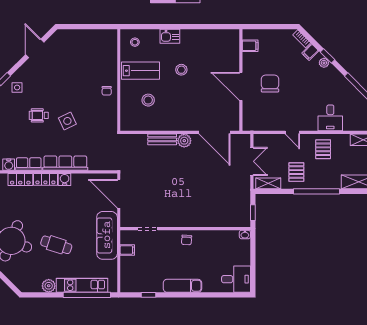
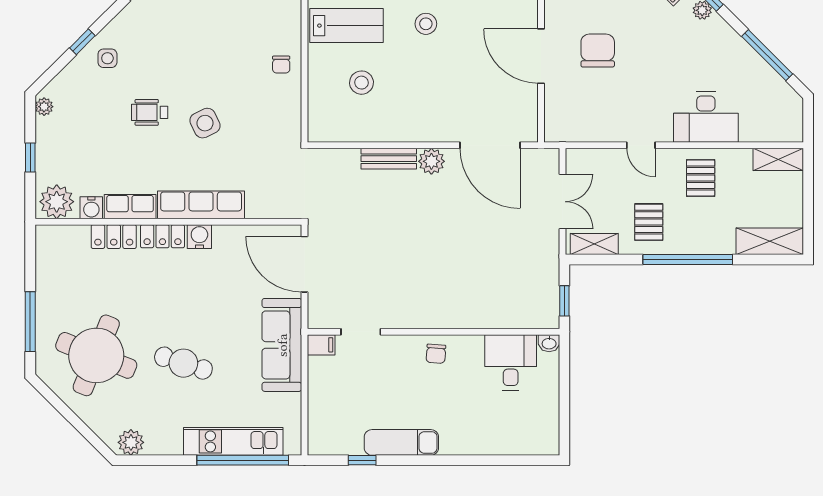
desk: (330, 118) -> (706, 117), width x1.37
filing cabinet: (127, 250) -> (321, 345), moved
desk: (236, 279) -> (511, 362), moved, turned -90
plant: (49, 286) -> (131, 442), moved
exam couch: (182, 286) -> (401, 442), moved

